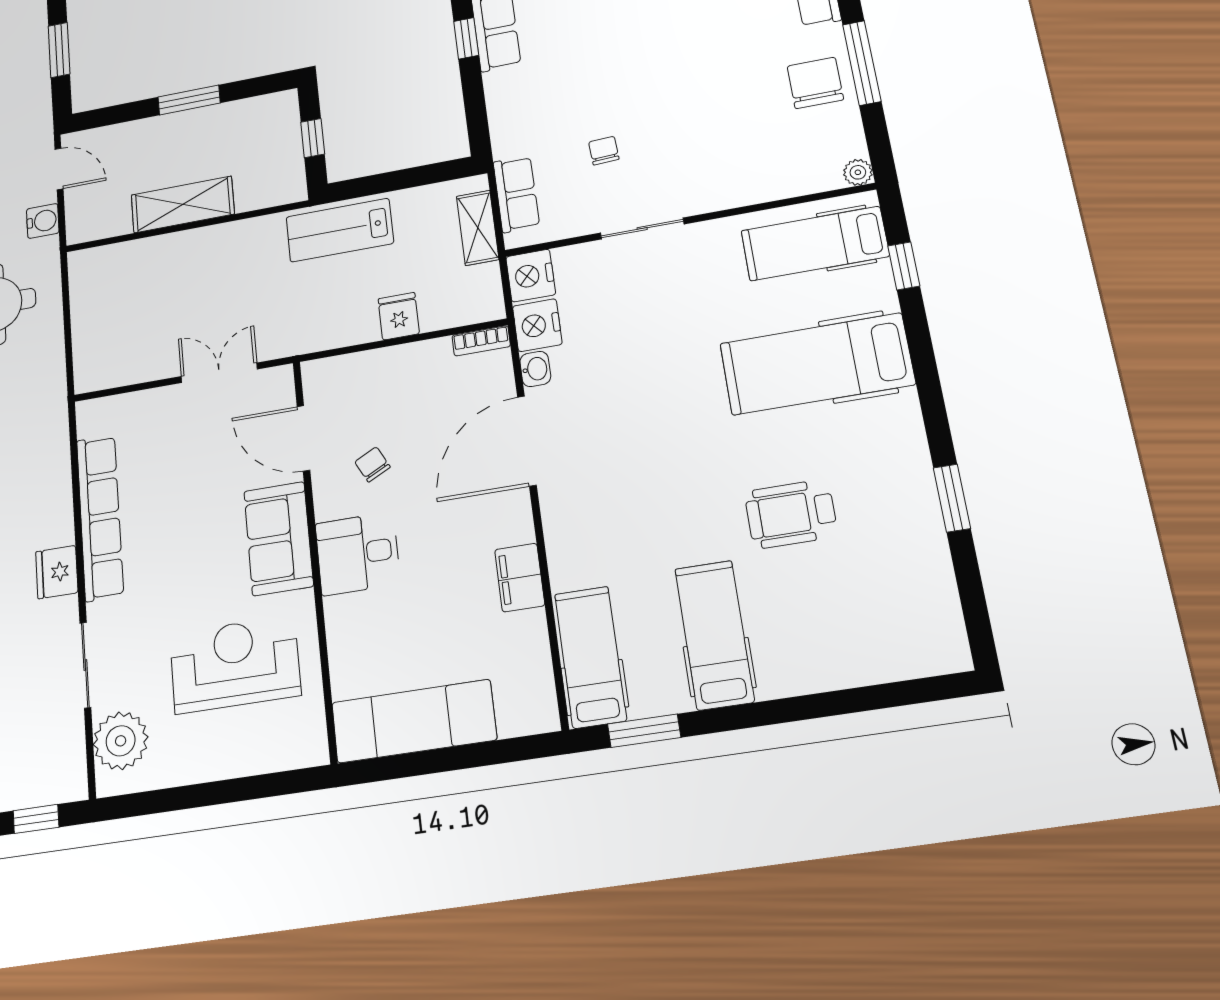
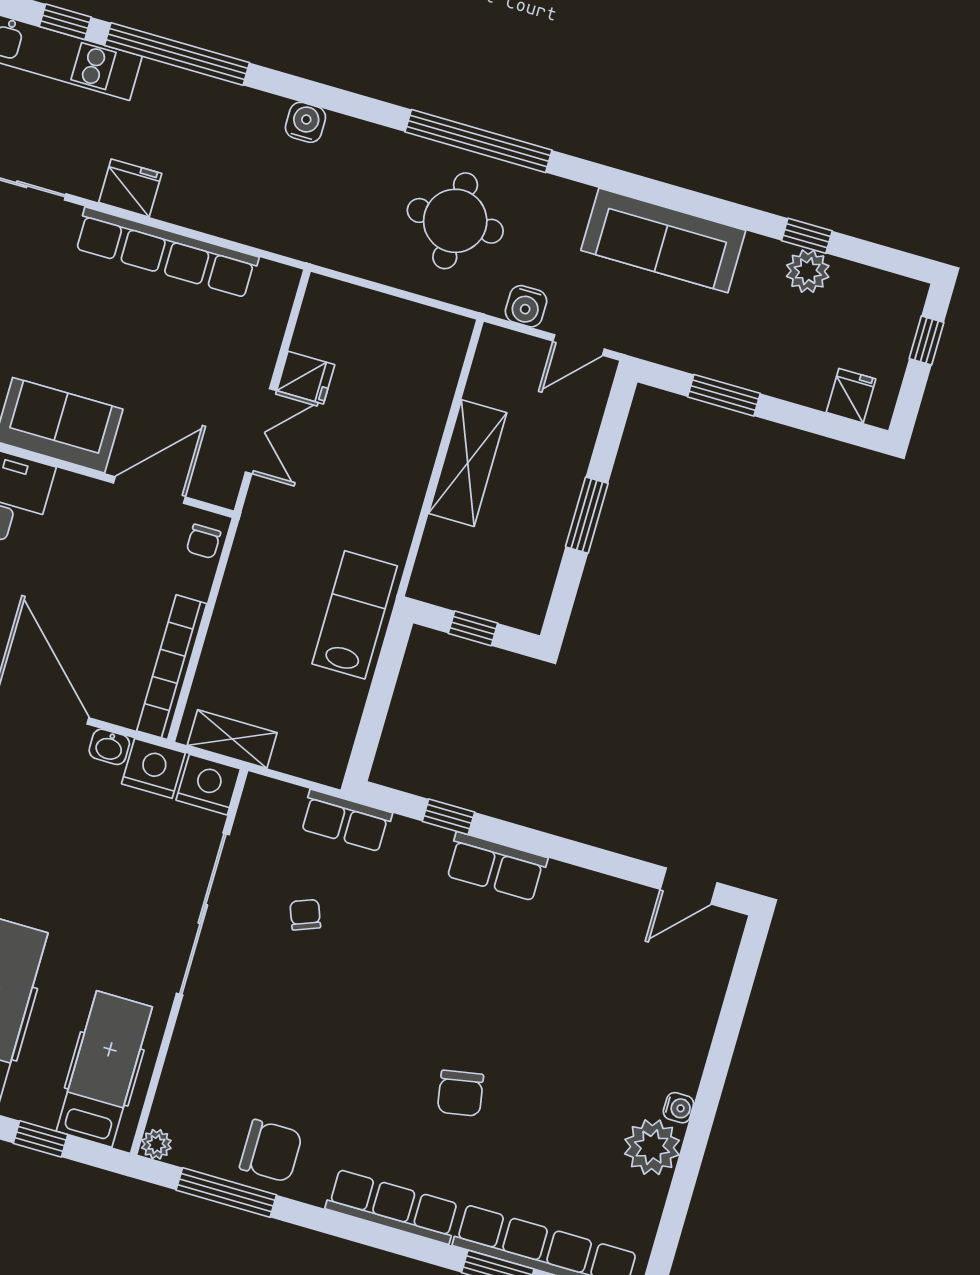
window: (466, 38) -> (448, 817), moved
window: (862, 63) -> (226, 1193), moved
chair: (604, 151) -> (305, 915), turned -108
row of seats: (516, 194) -> (346, 821), moved
shelving: (478, 228) -> (232, 739), moved
sliding door: (642, 229) -> (203, 914), width x1.86
fridge: (399, 316) -> (306, 378), moved
bookcase: (481, 341) -> (172, 667), width x2.31, depth x1.31
chair: (372, 464) -> (203, 541), moved, turned 117

